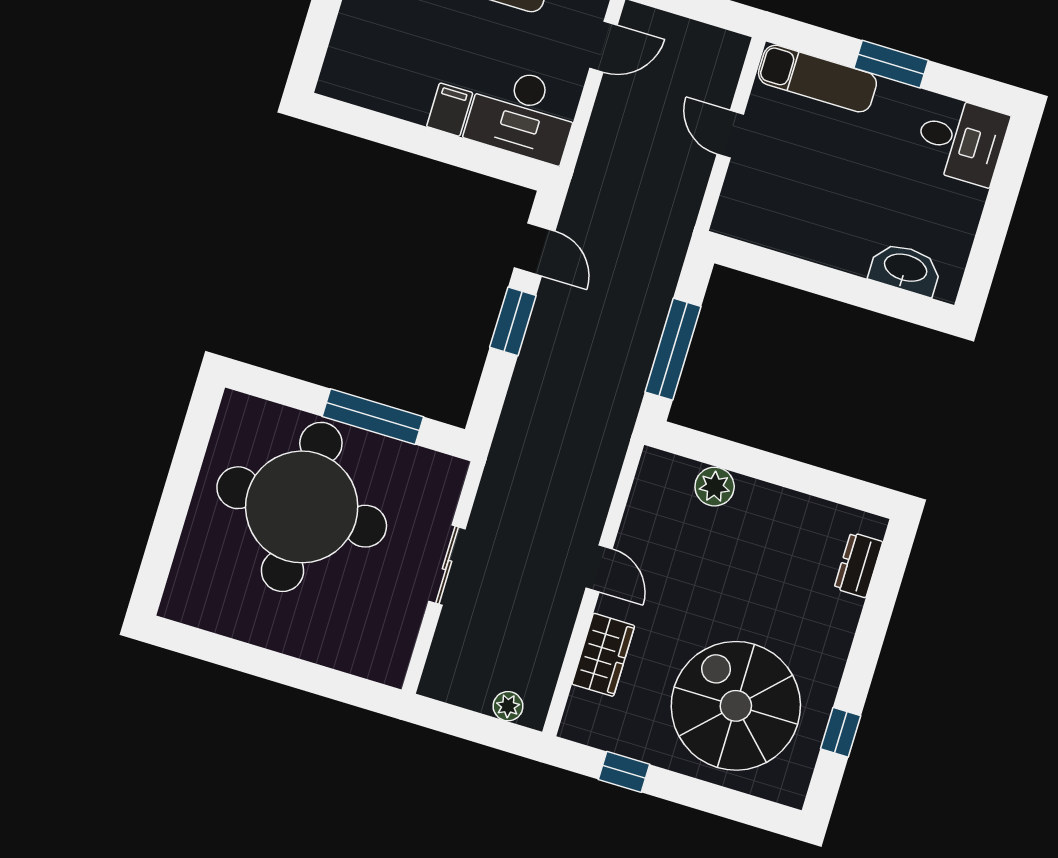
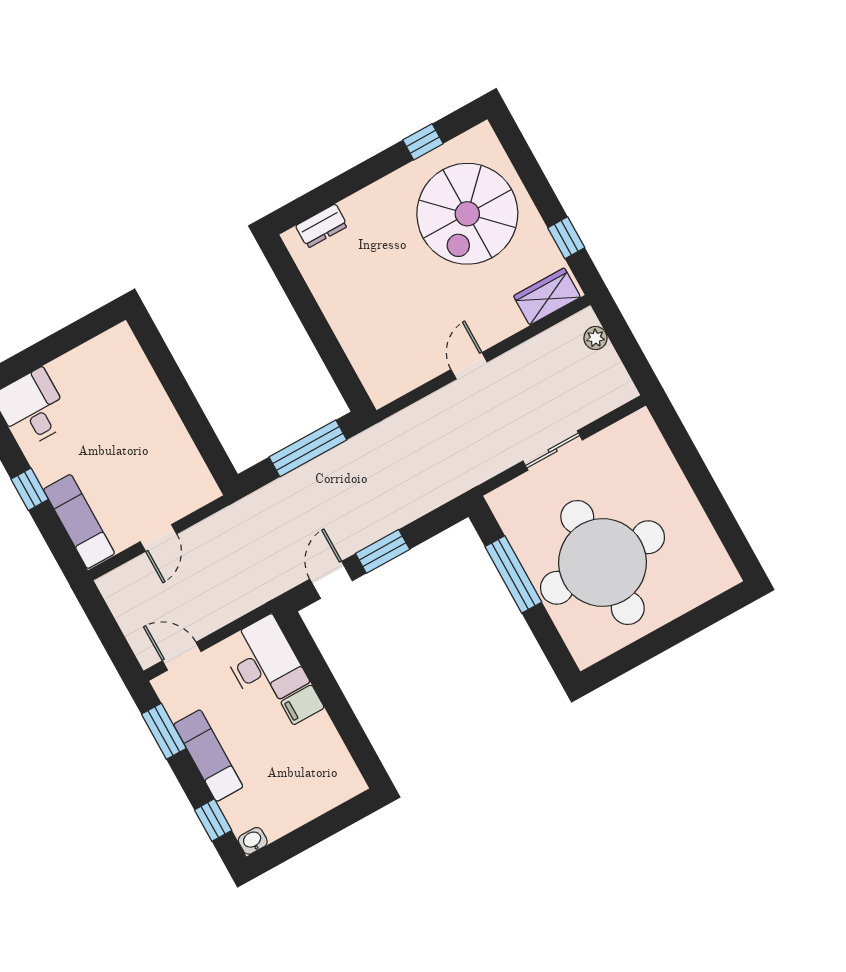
window: (891, 64) -> (30, 489), width x0.67
washbasin: (905, 269) -> (134, 367), removed
plant: (715, 487) -> (360, 348), removed
wardrobe: (603, 655) -> (547, 296), moved

